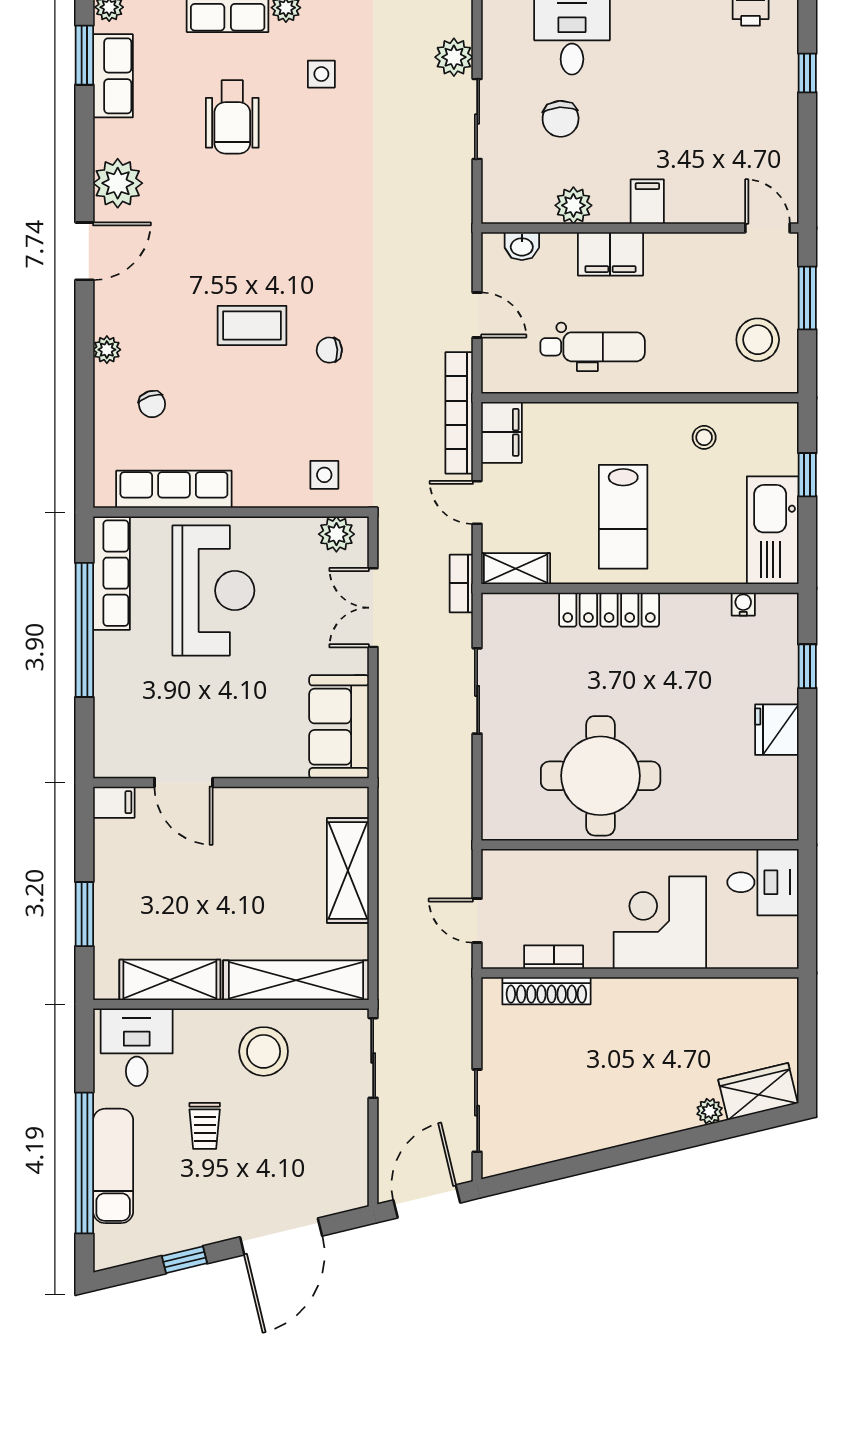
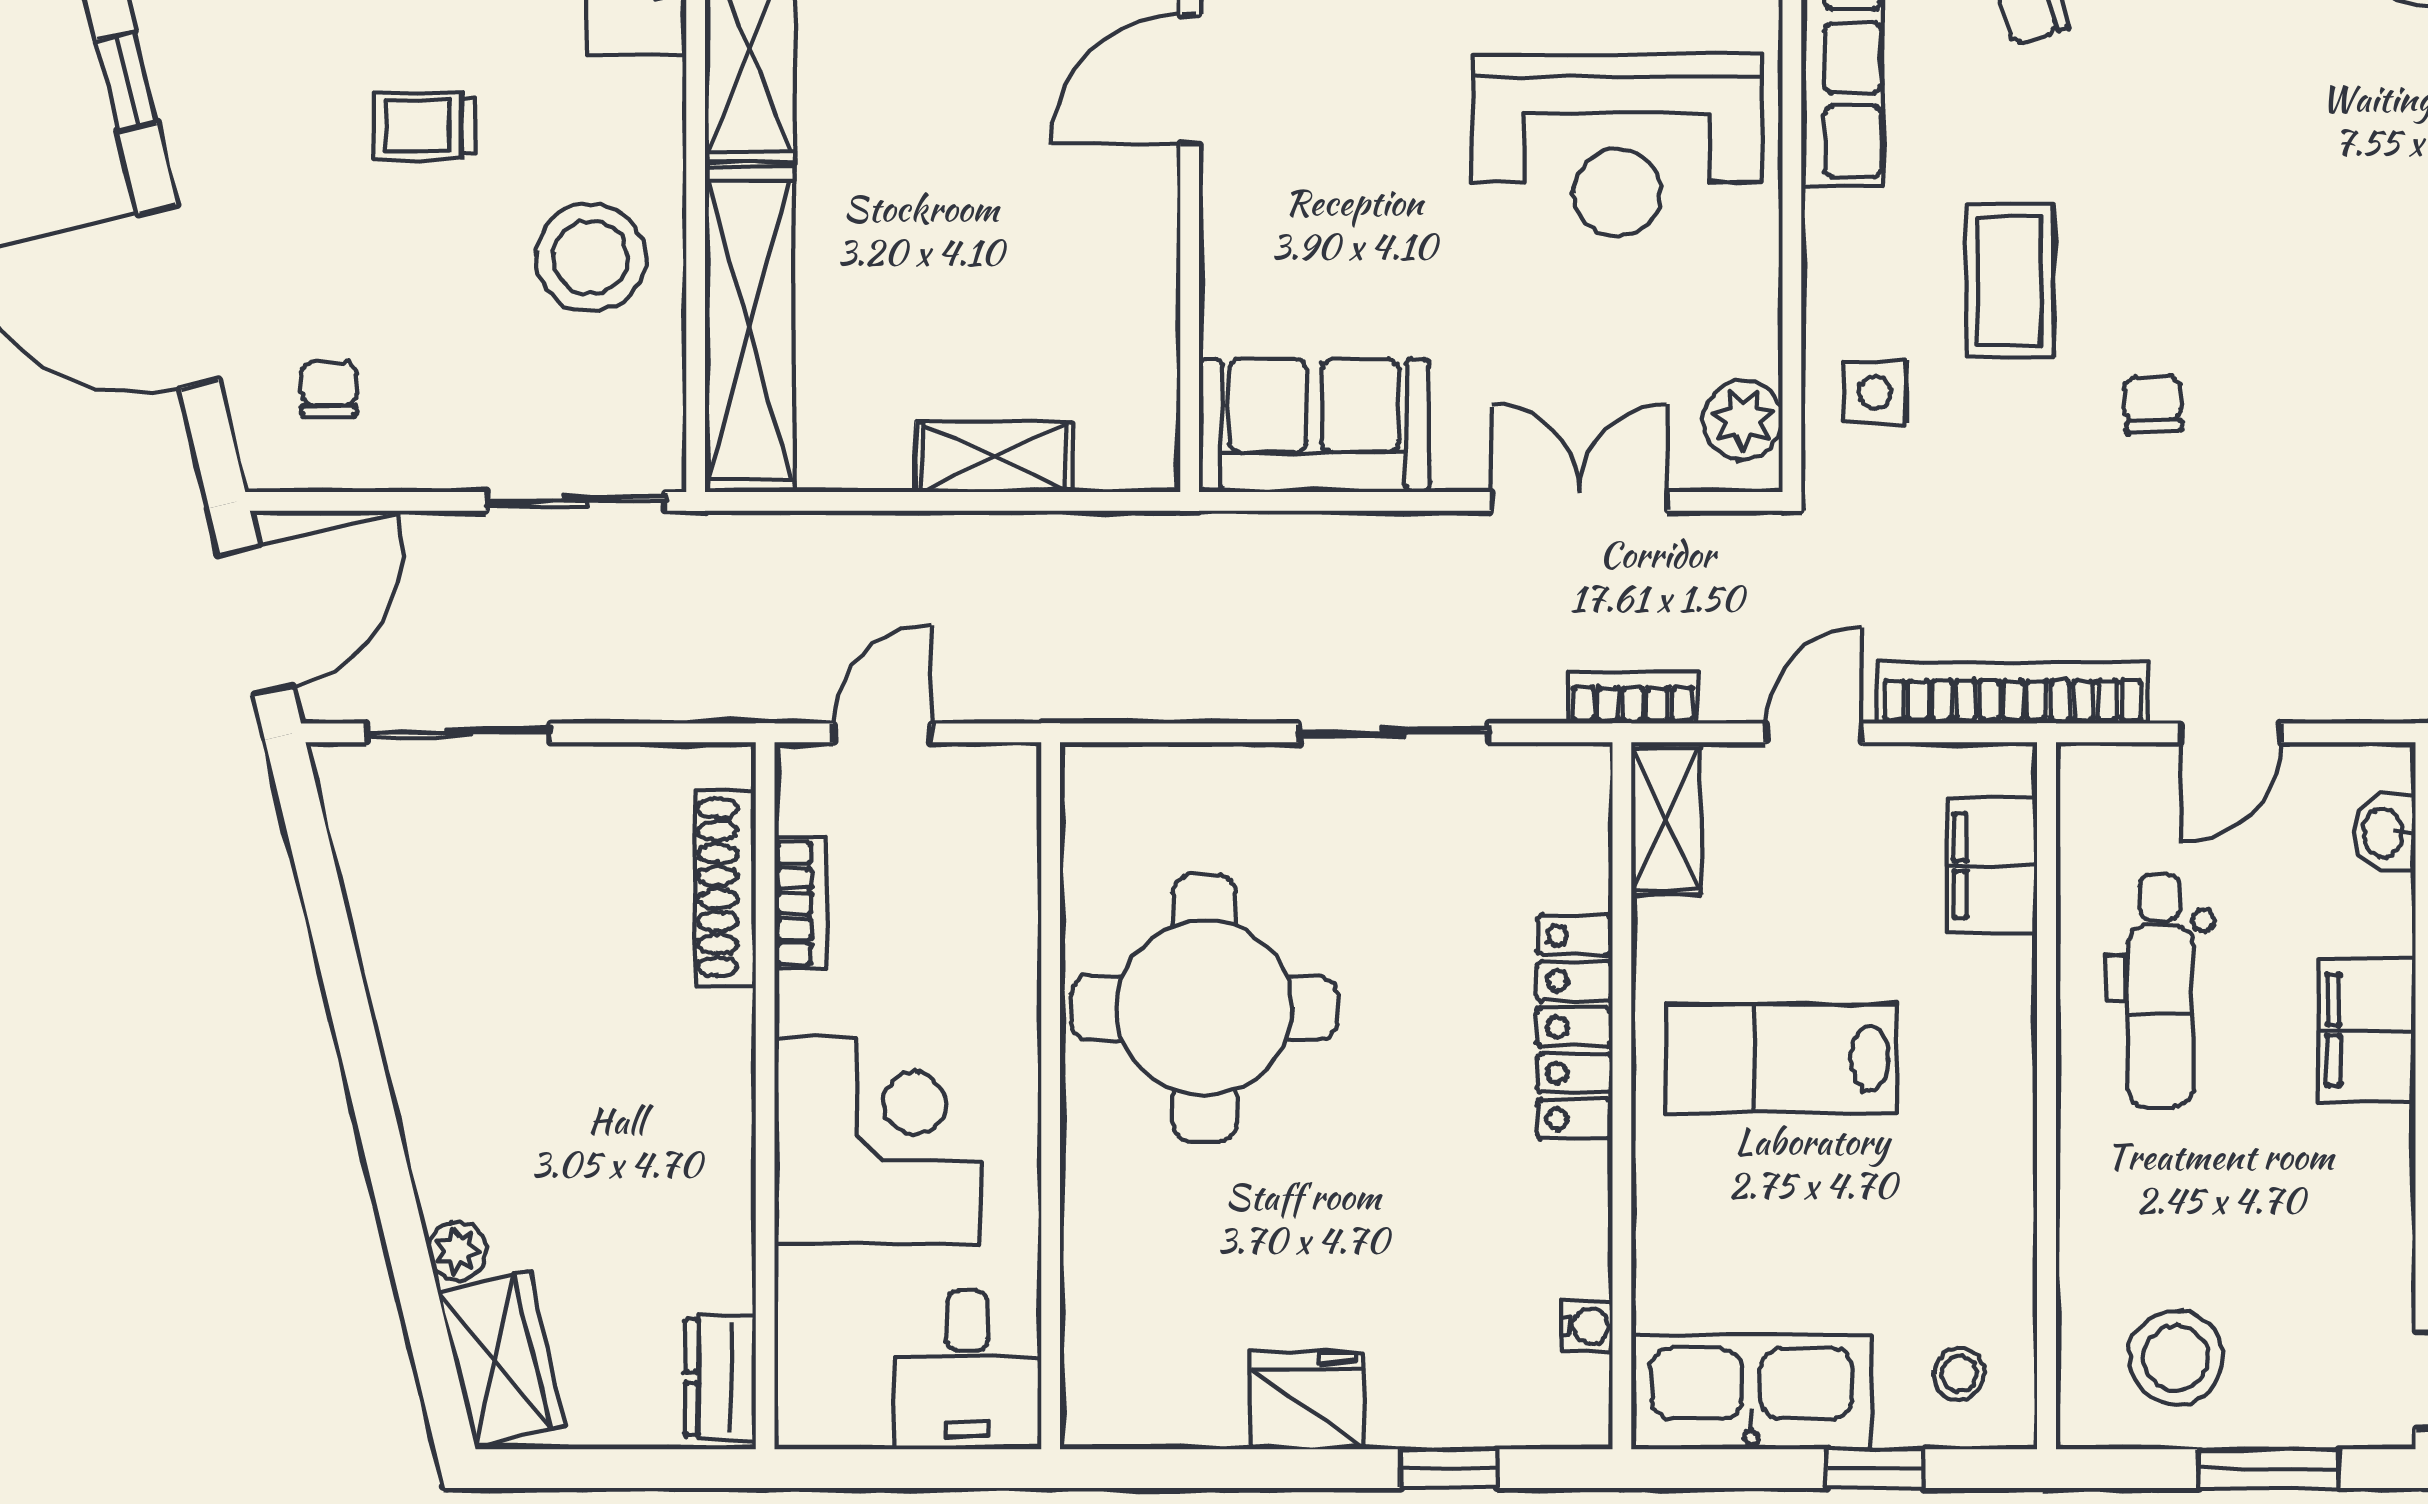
coffee table: (252, 325) -> (2010, 282), moved
filing cabinet: (501, 432) -> (1992, 866), moved, turned 90
stool: (704, 437) -> (1959, 1374), moved
shelving: (348, 871) -> (993, 457), width x0.67, depth x0.75
dresser: (766, 993) -> (720, 1377), added
chair: (323, 1169) -> (329, 389), added
door: (427, 1201) -> (256, 621), hinge flipped

